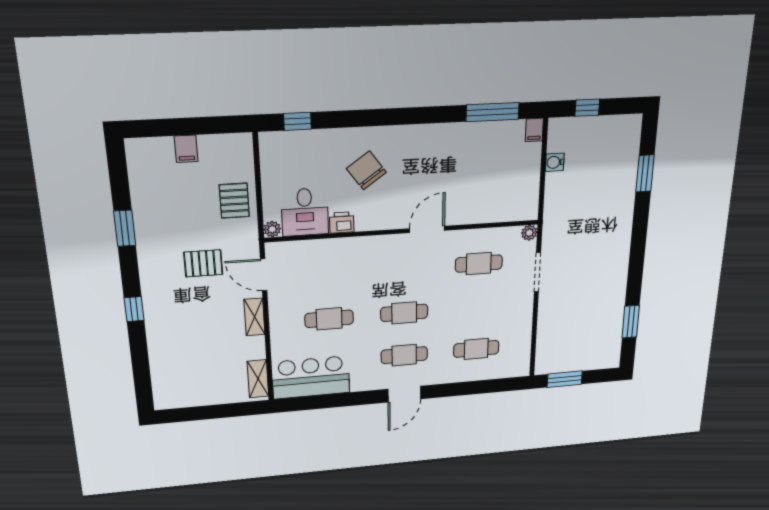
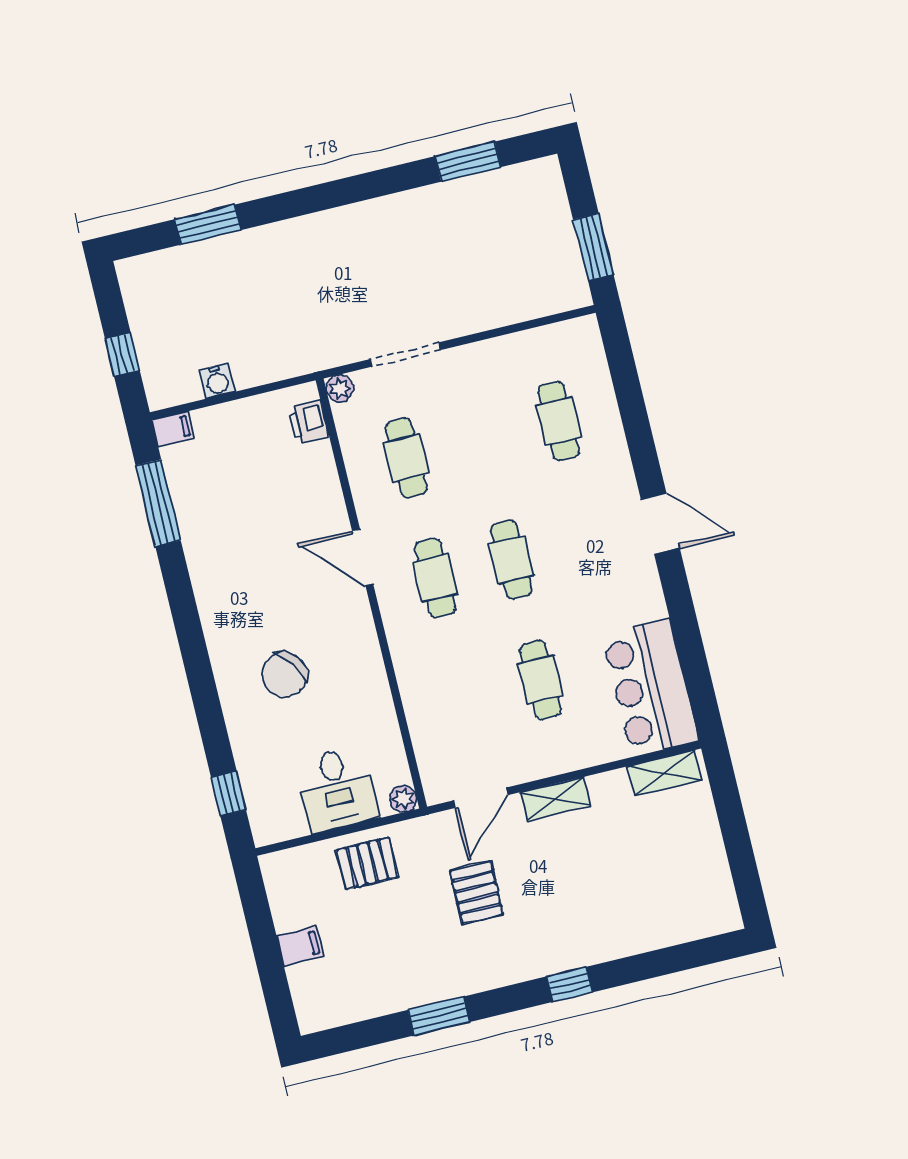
desk: (305, 212) -> (337, 789), moved, turned 90
printer: (342, 223) -> (308, 422), moved
cafe table: (404, 355) -> (435, 578), moved

